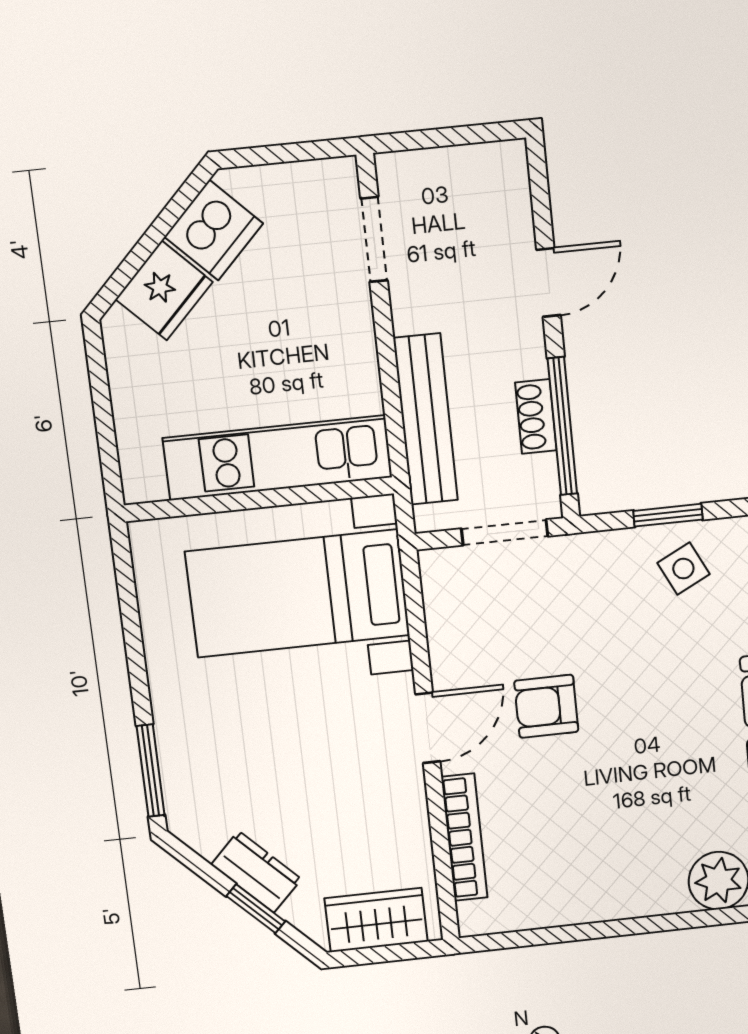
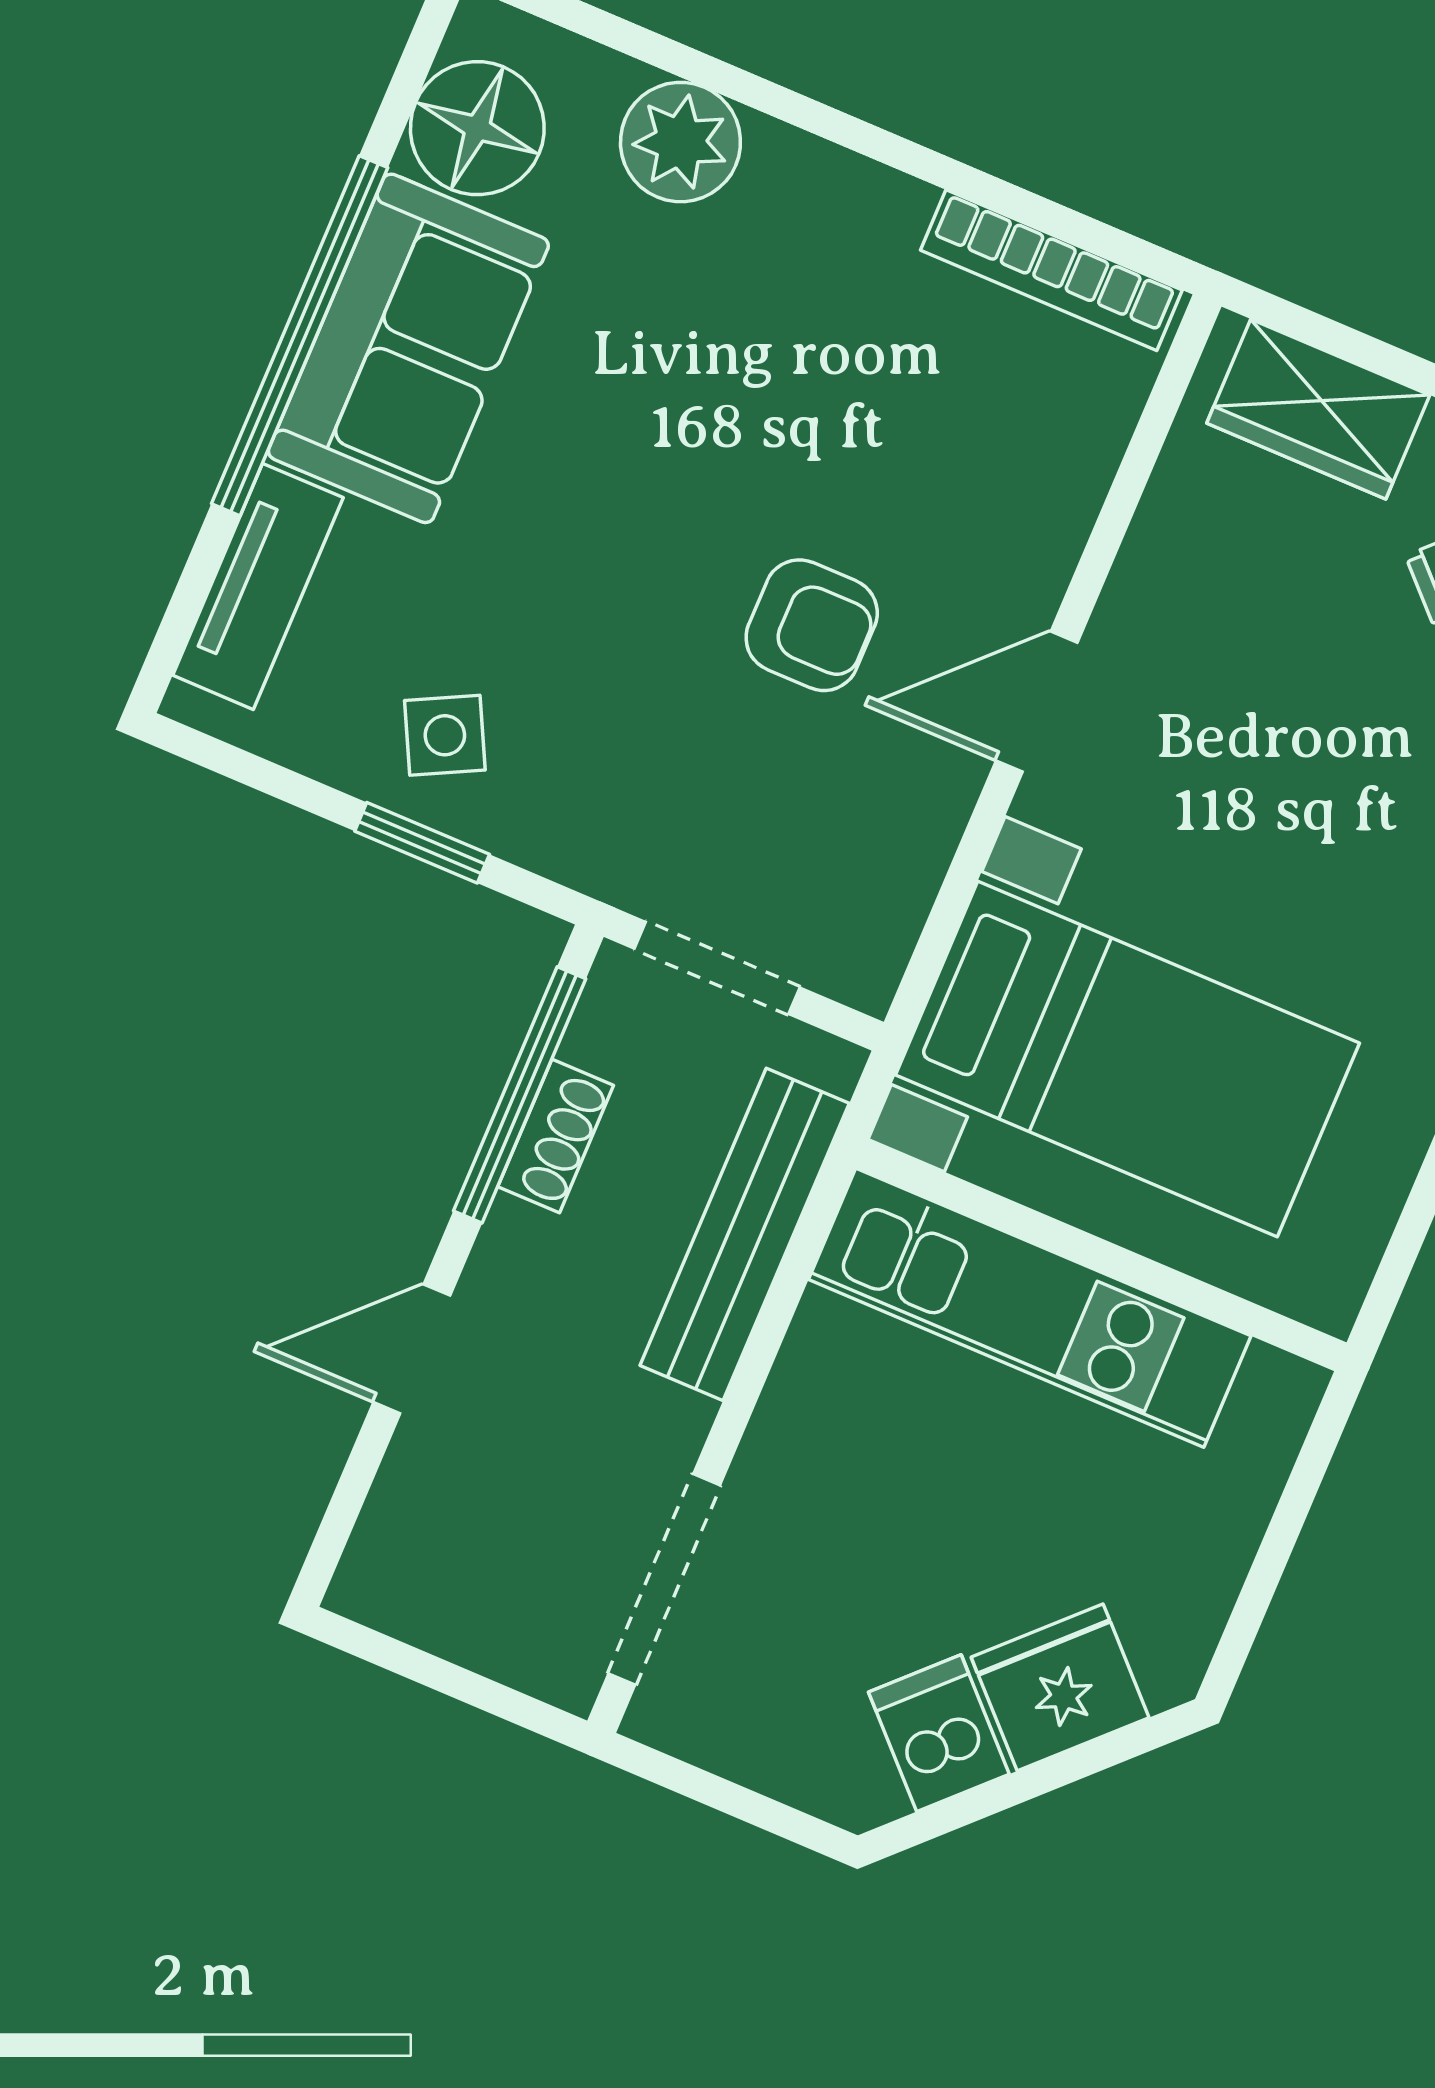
dishwasher: (214, 230) -> (939, 1733), width x0.73
doorway: (374, 239) -> (664, 1579), width x1.38
bookcase: (464, 837) -> (1051, 270), moved, turned -90

